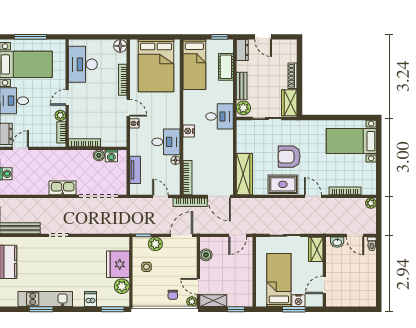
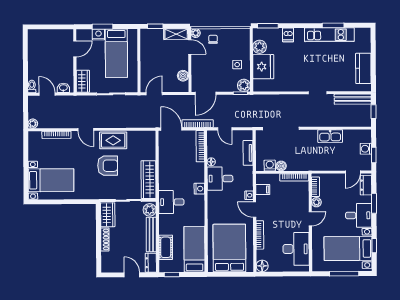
bench: (242, 86) -> (151, 235), width x1.36
filing cabinet: (119, 130) -> (263, 190), added
wardrobe: (244, 174) -> (149, 180), moved
kitchen sink: (63, 188) -> (330, 136), moved
plant: (155, 244) -> (244, 85), moved

